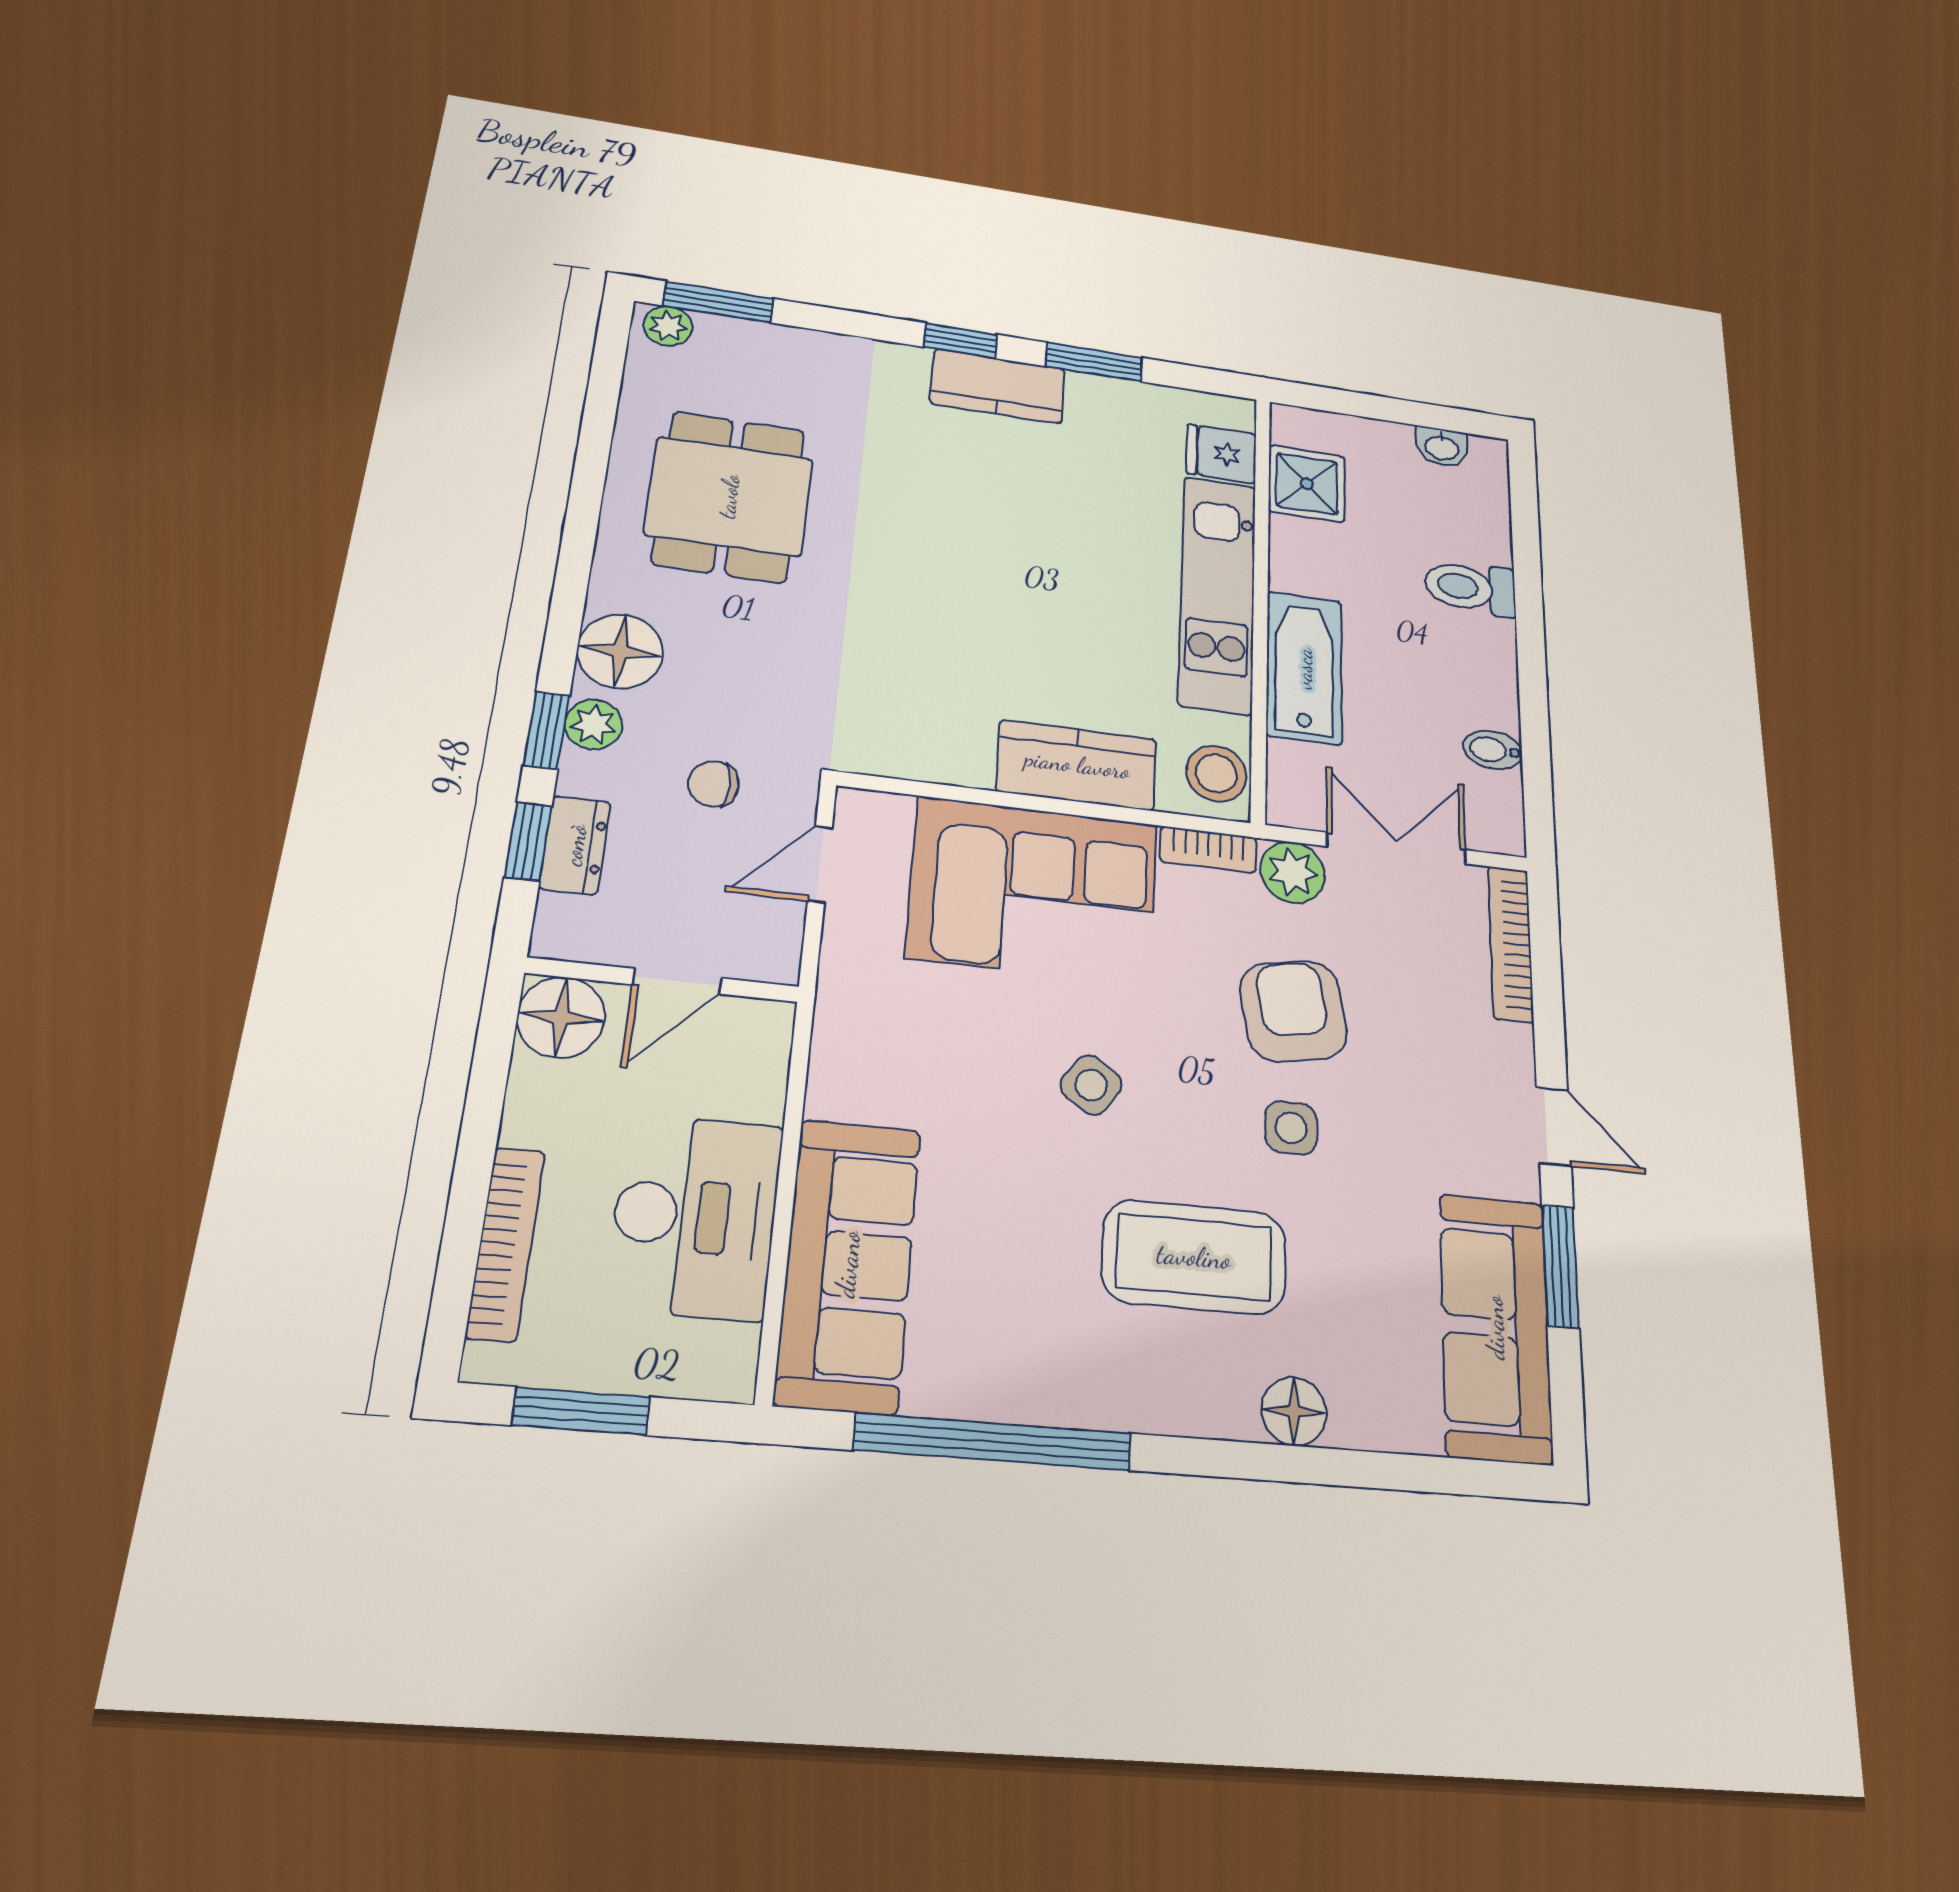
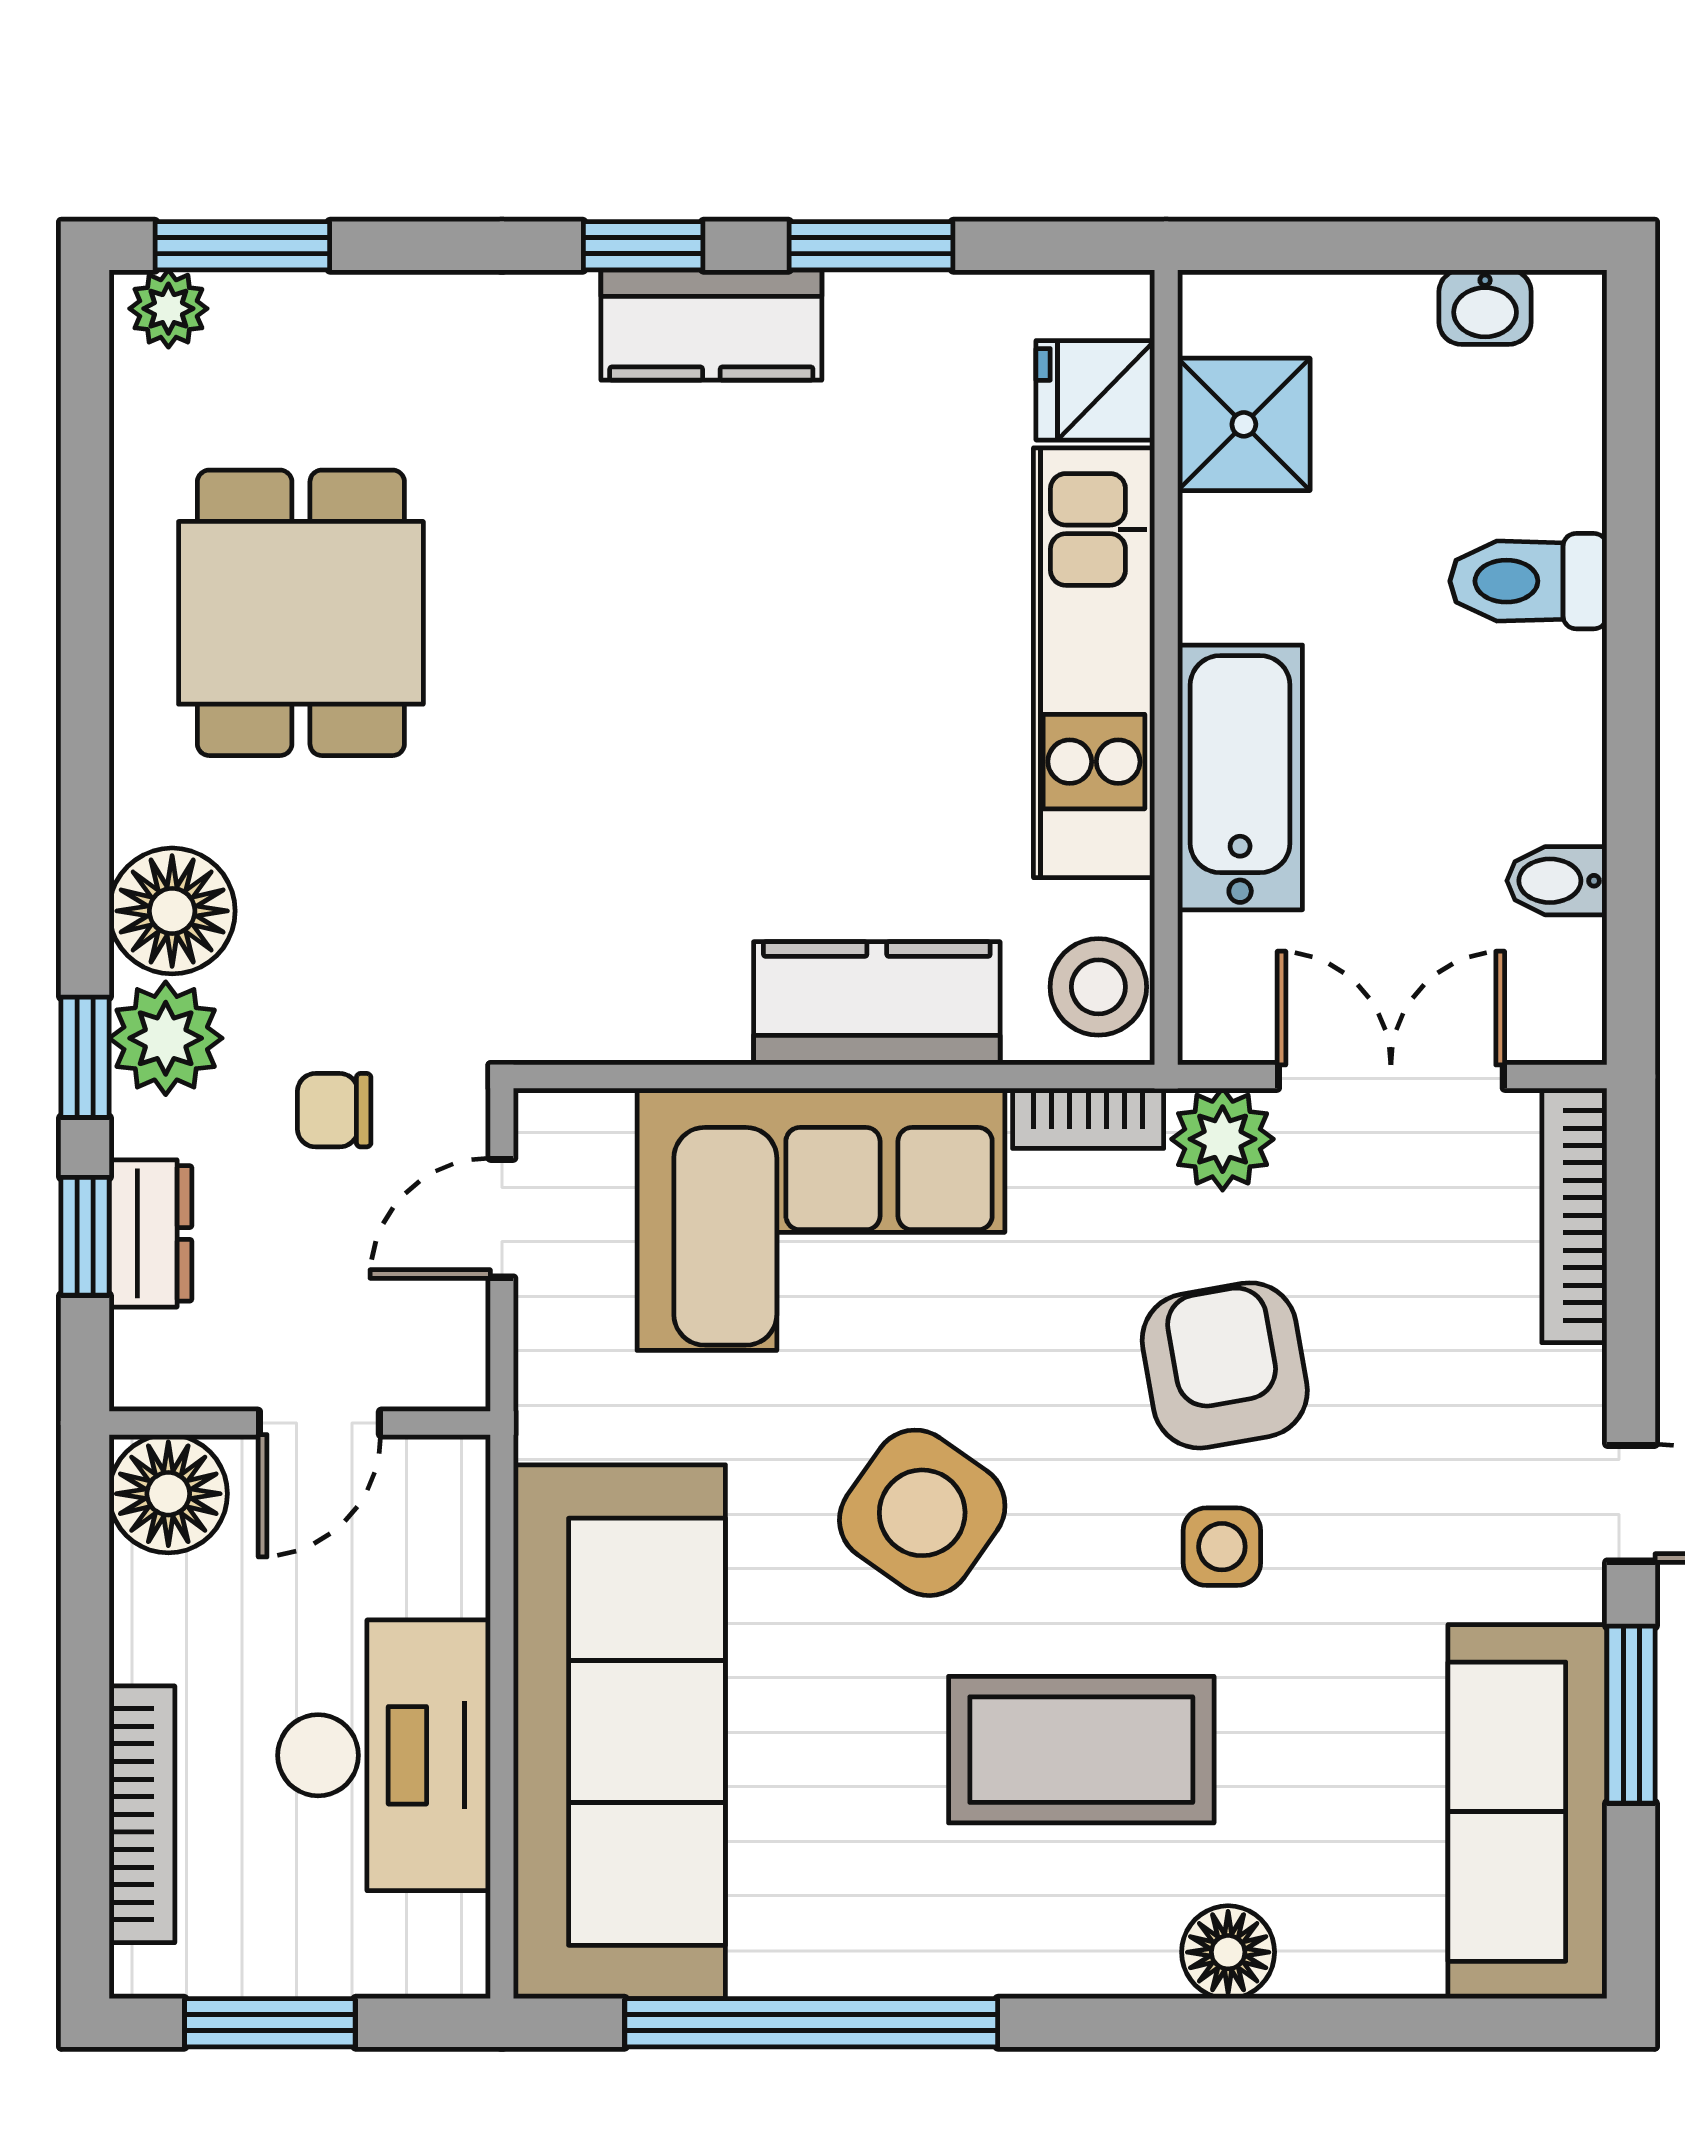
plant: (594, 725) -> (166, 1038), width x1.38, depth x1.38
side table: (1091, 1085) -> (922, 1513), width x1.87, depth x1.87
sofa: (848, 1264) -> (619, 1732), width x1.36, depth x1.27

